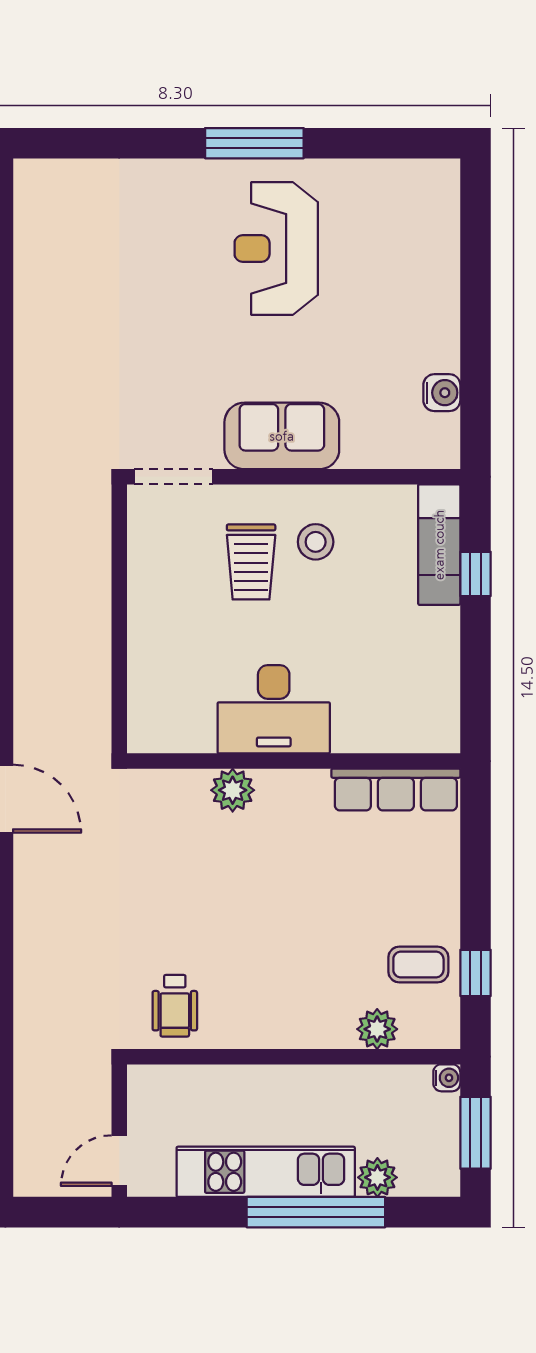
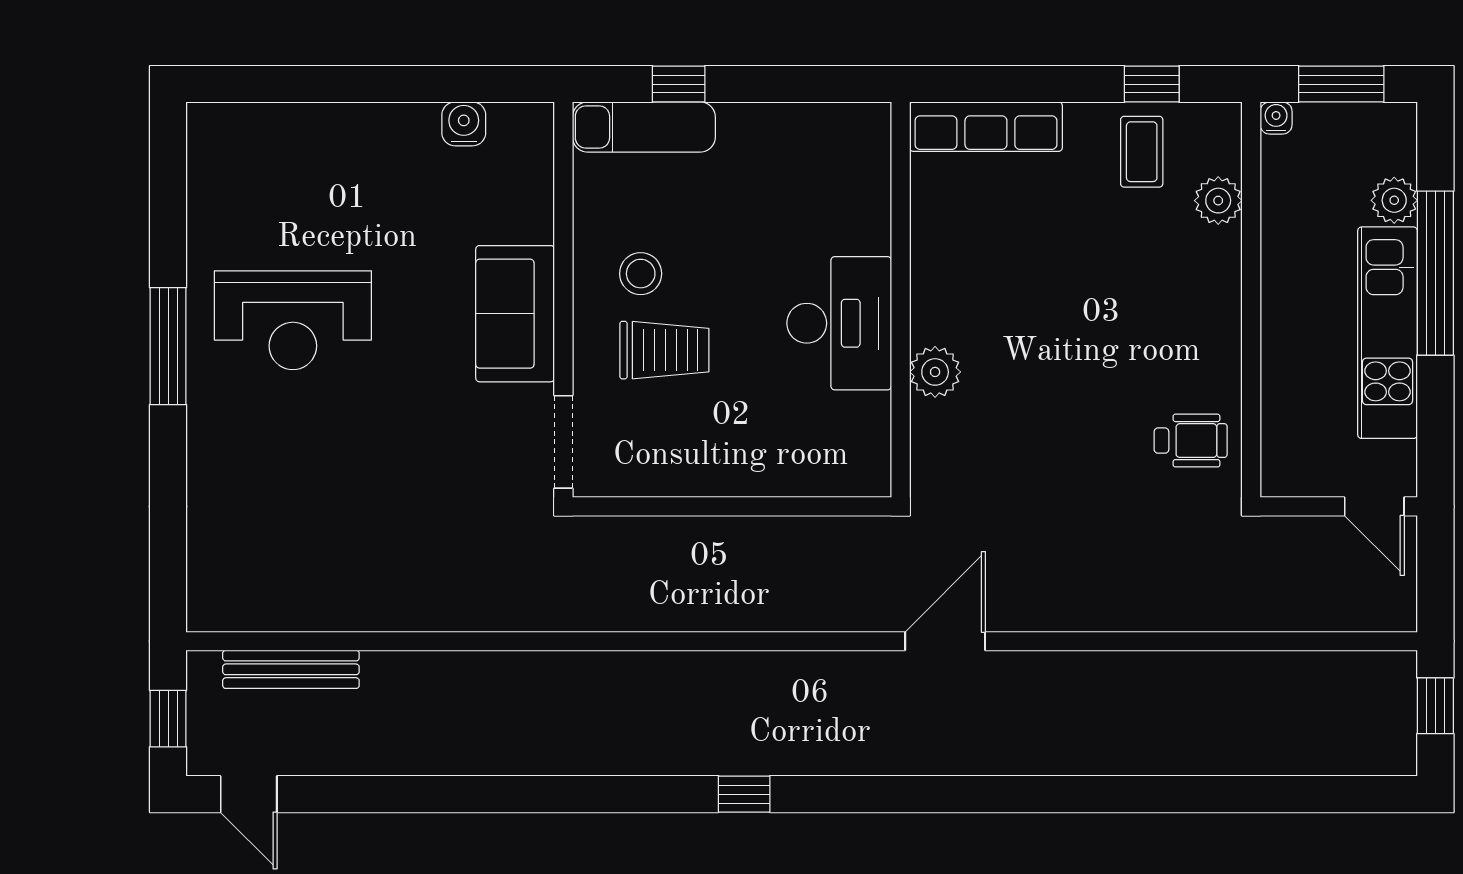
row of seats: (396, 789) -> (986, 127), moved, turned 90

